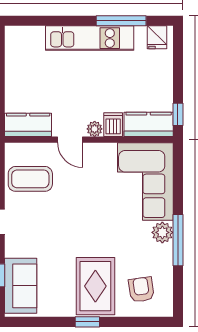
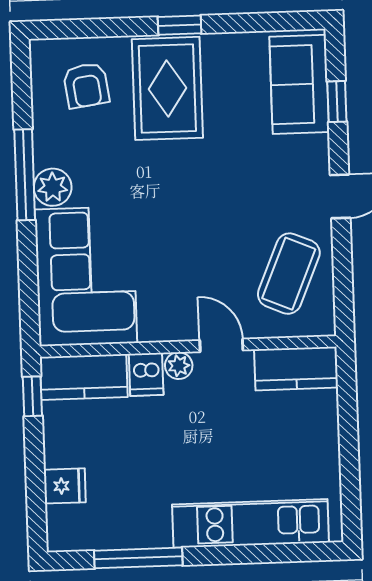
fridge: (157, 37) -> (65, 486), moved, turned 90
kitchen unit: (90, 38) -> (251, 523), moved
coffee table: (30, 179) -> (289, 274), turned -67

